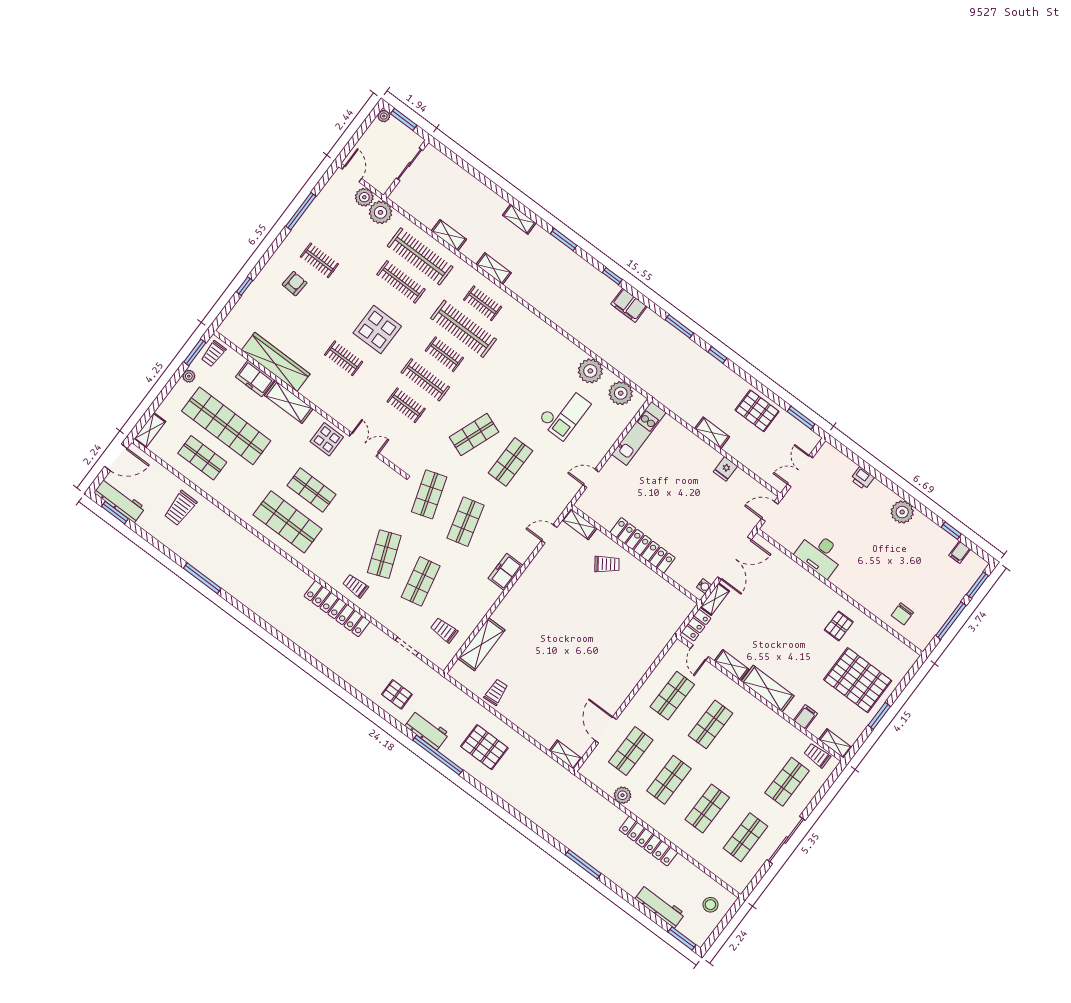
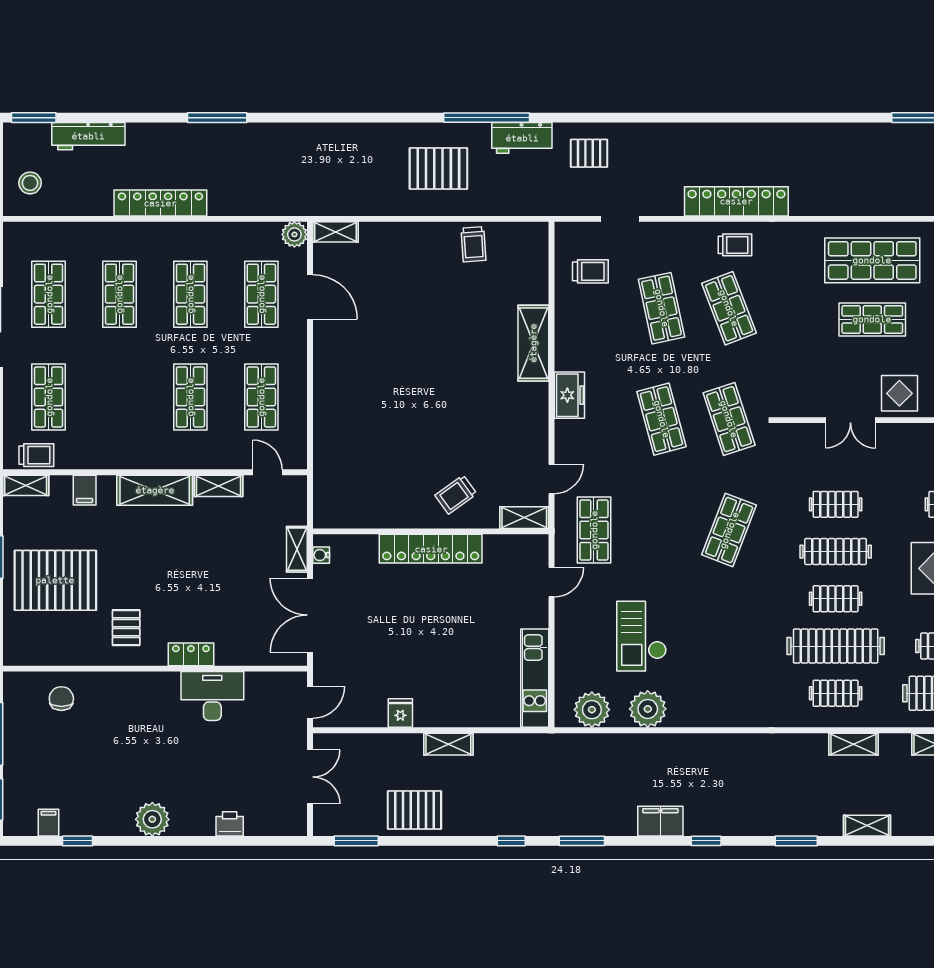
shop shelf: (510, 462) -> (594, 530), moved
locker: (696, 625) -> (191, 654), moved, turned 90
shelving: (481, 644) -> (533, 343), moved
plant: (622, 795) -> (294, 234), moved

